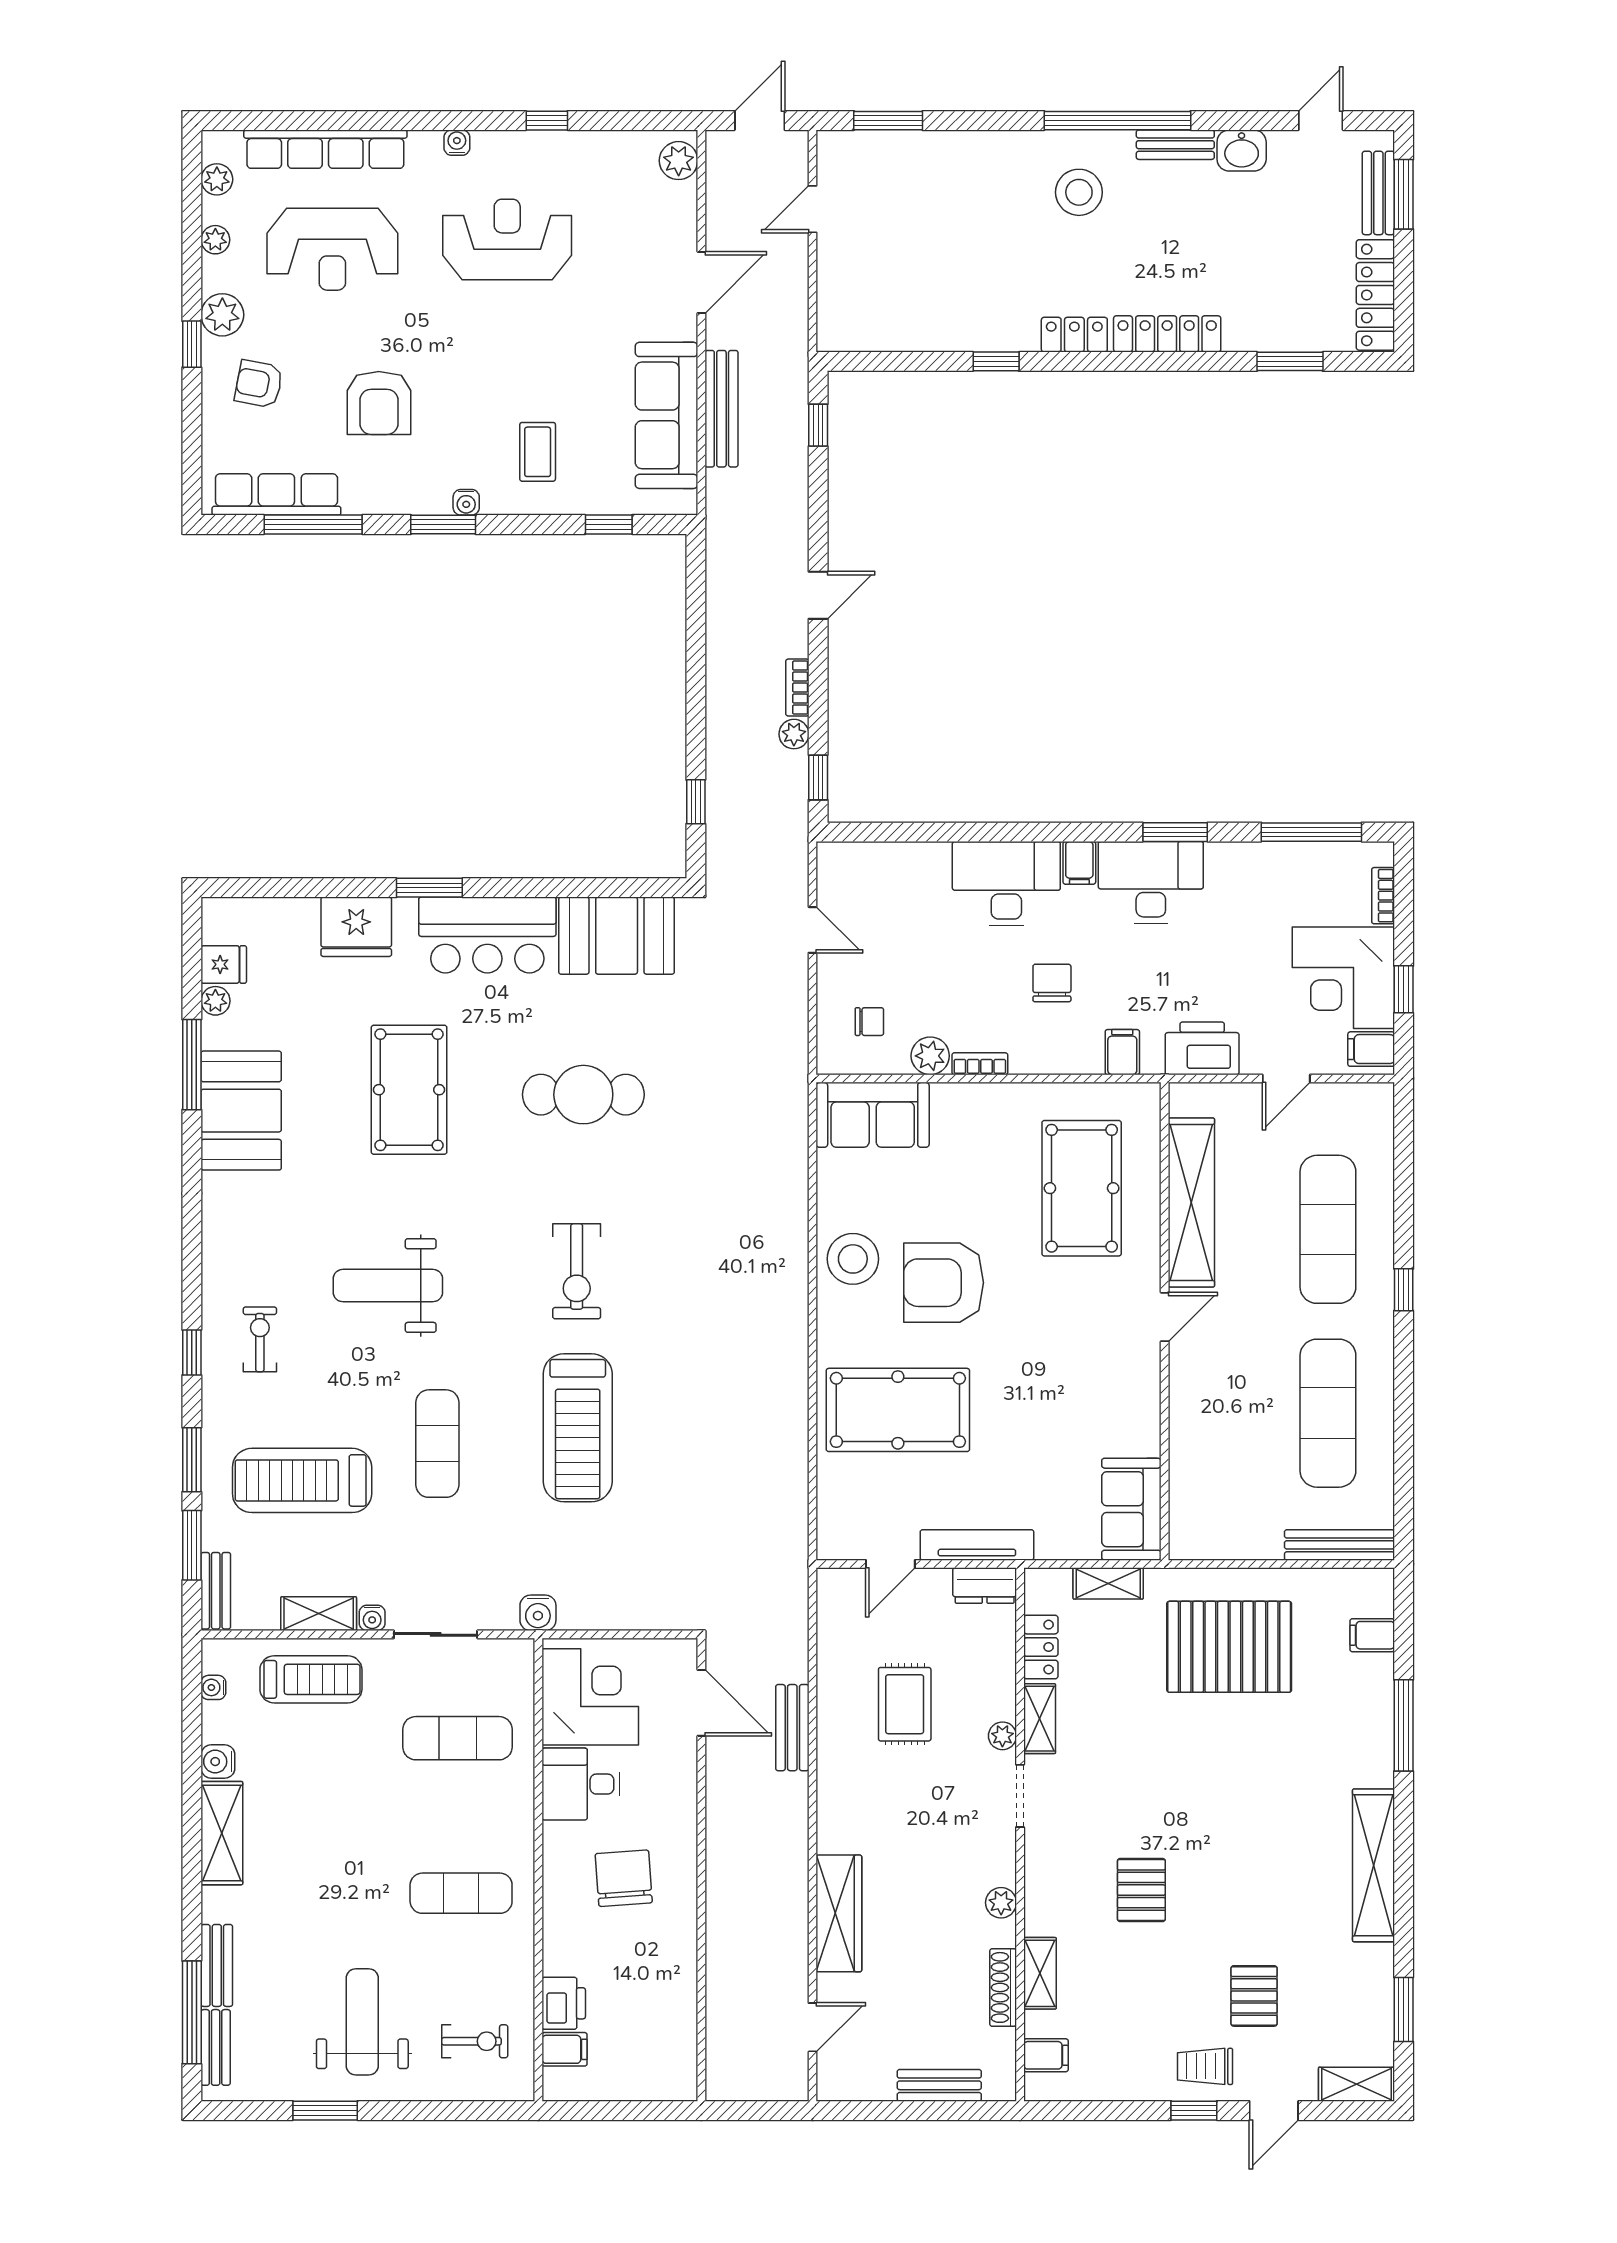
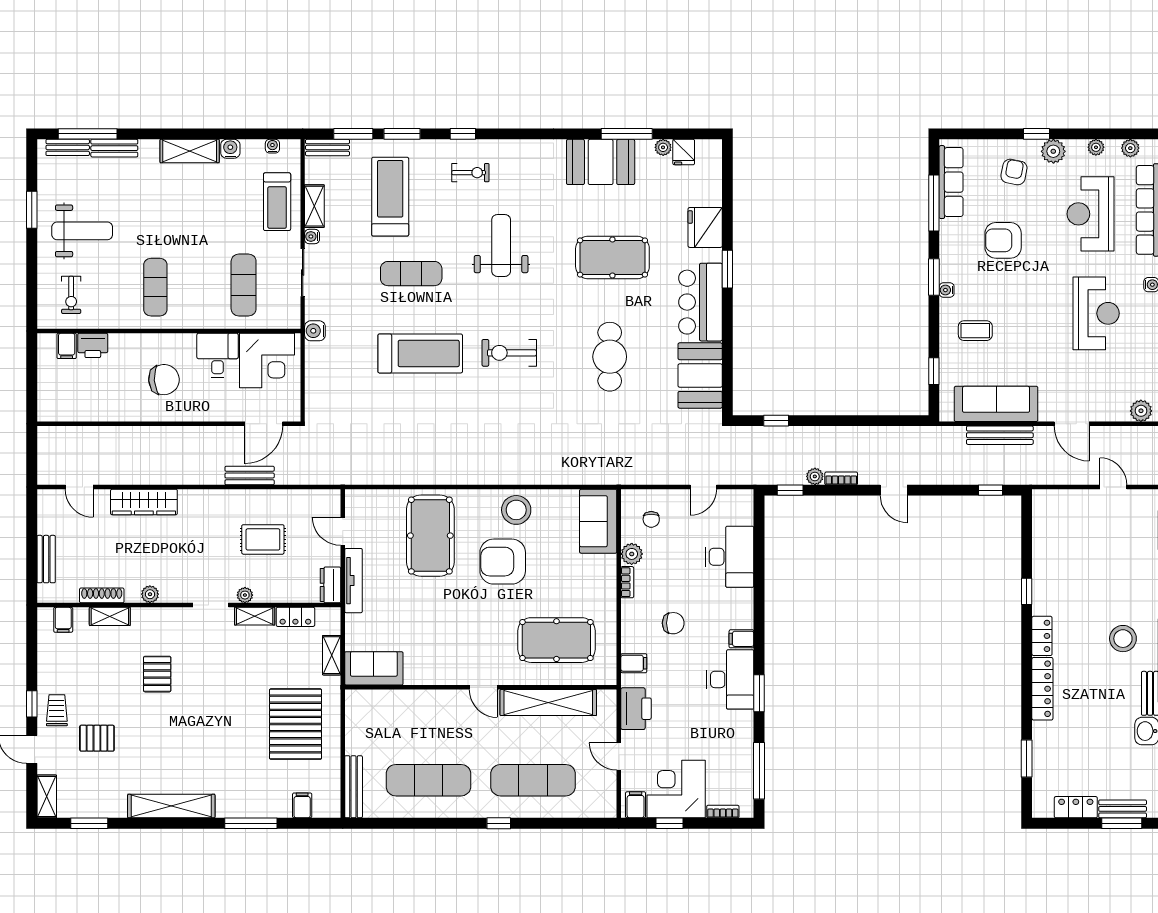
locker: (1375, 295) -> (1076, 807), width x0.66
desk: (1006, 884) -> (730, 557), moved
armchair: (944, 1283) -> (503, 562), turned -90
treadmill: (578, 1428) -> (420, 353), turned 180
pallet: (1141, 1890) -> (157, 674), turned 90

